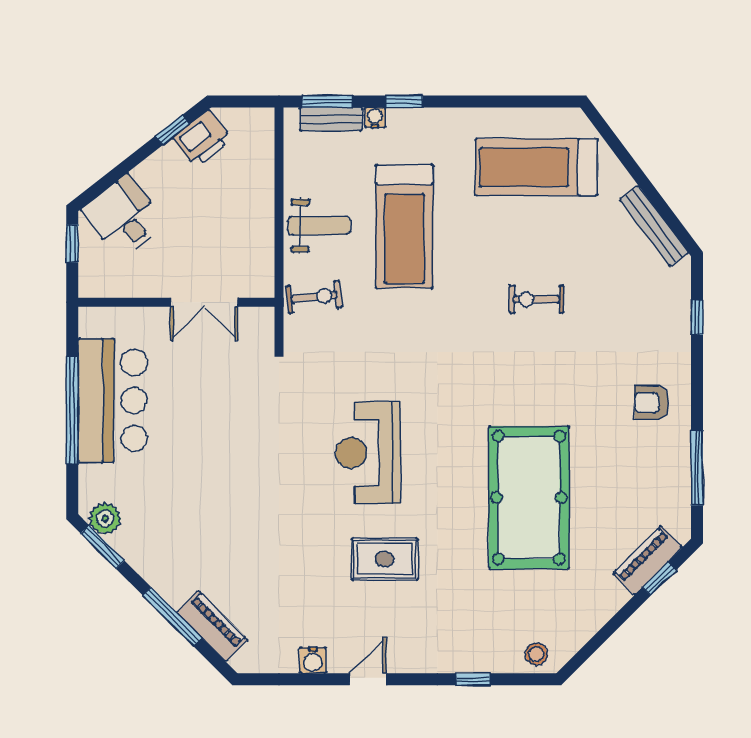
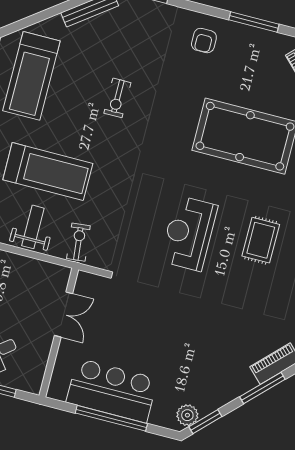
reception desk: (368, 453) -> (189, 233), turned 90

